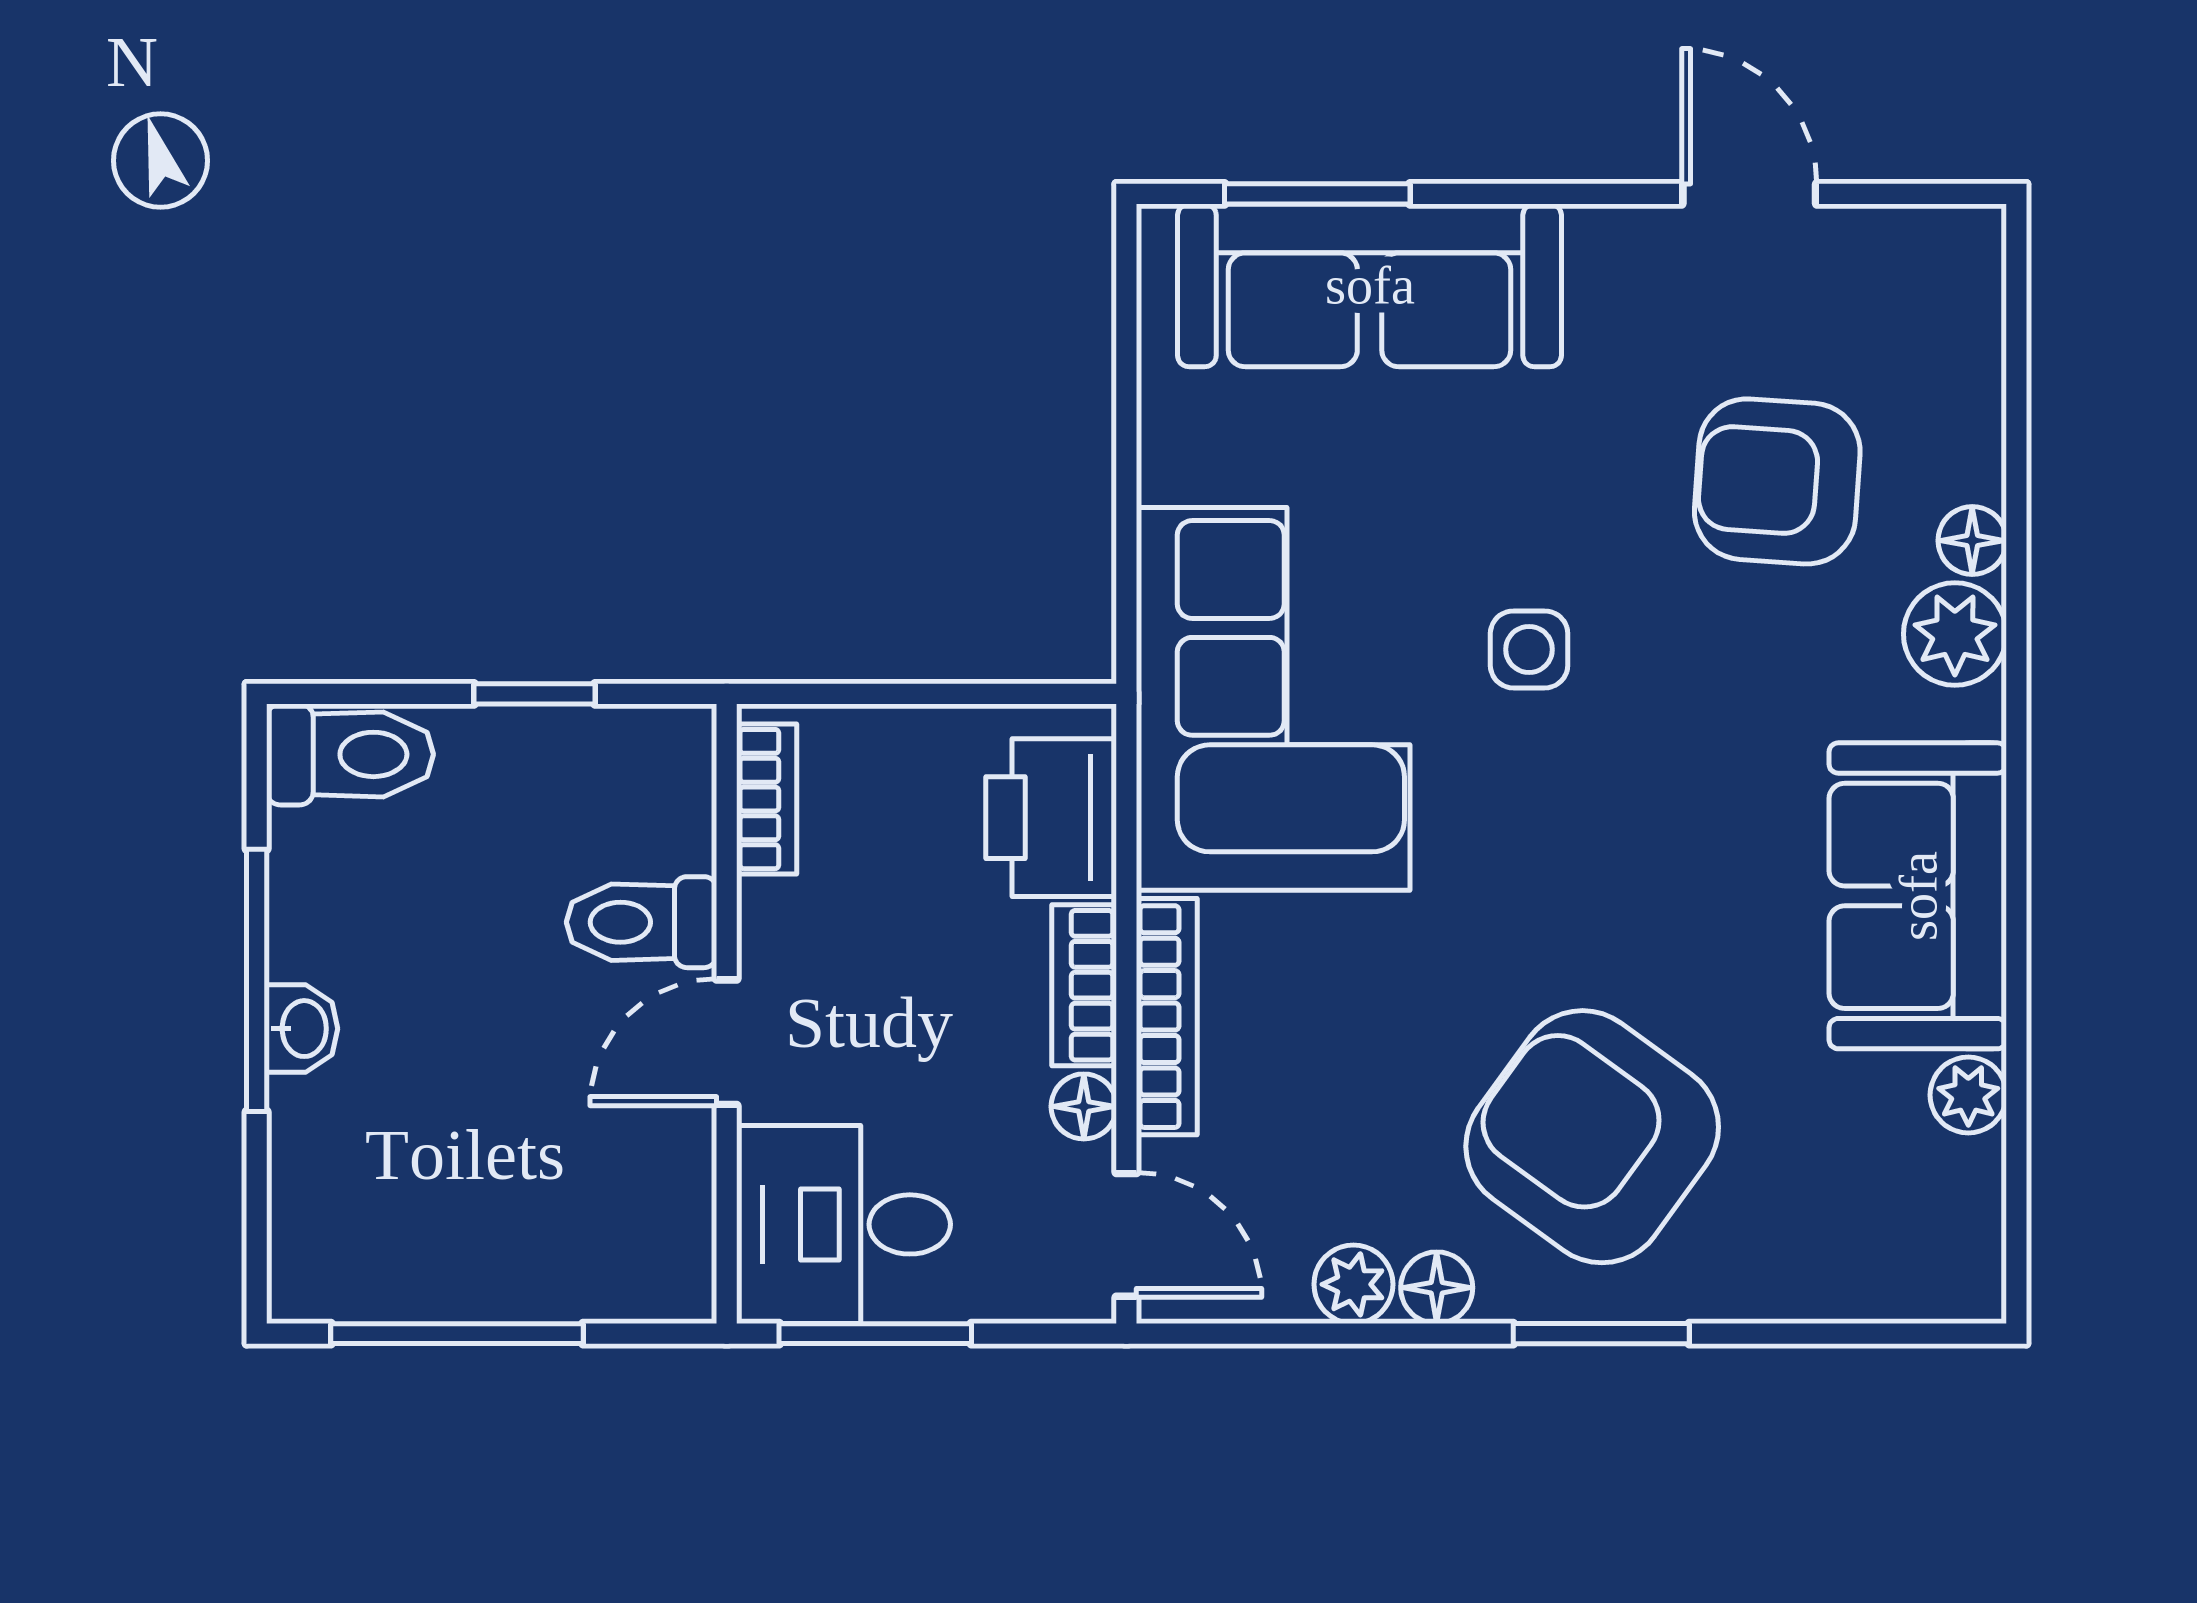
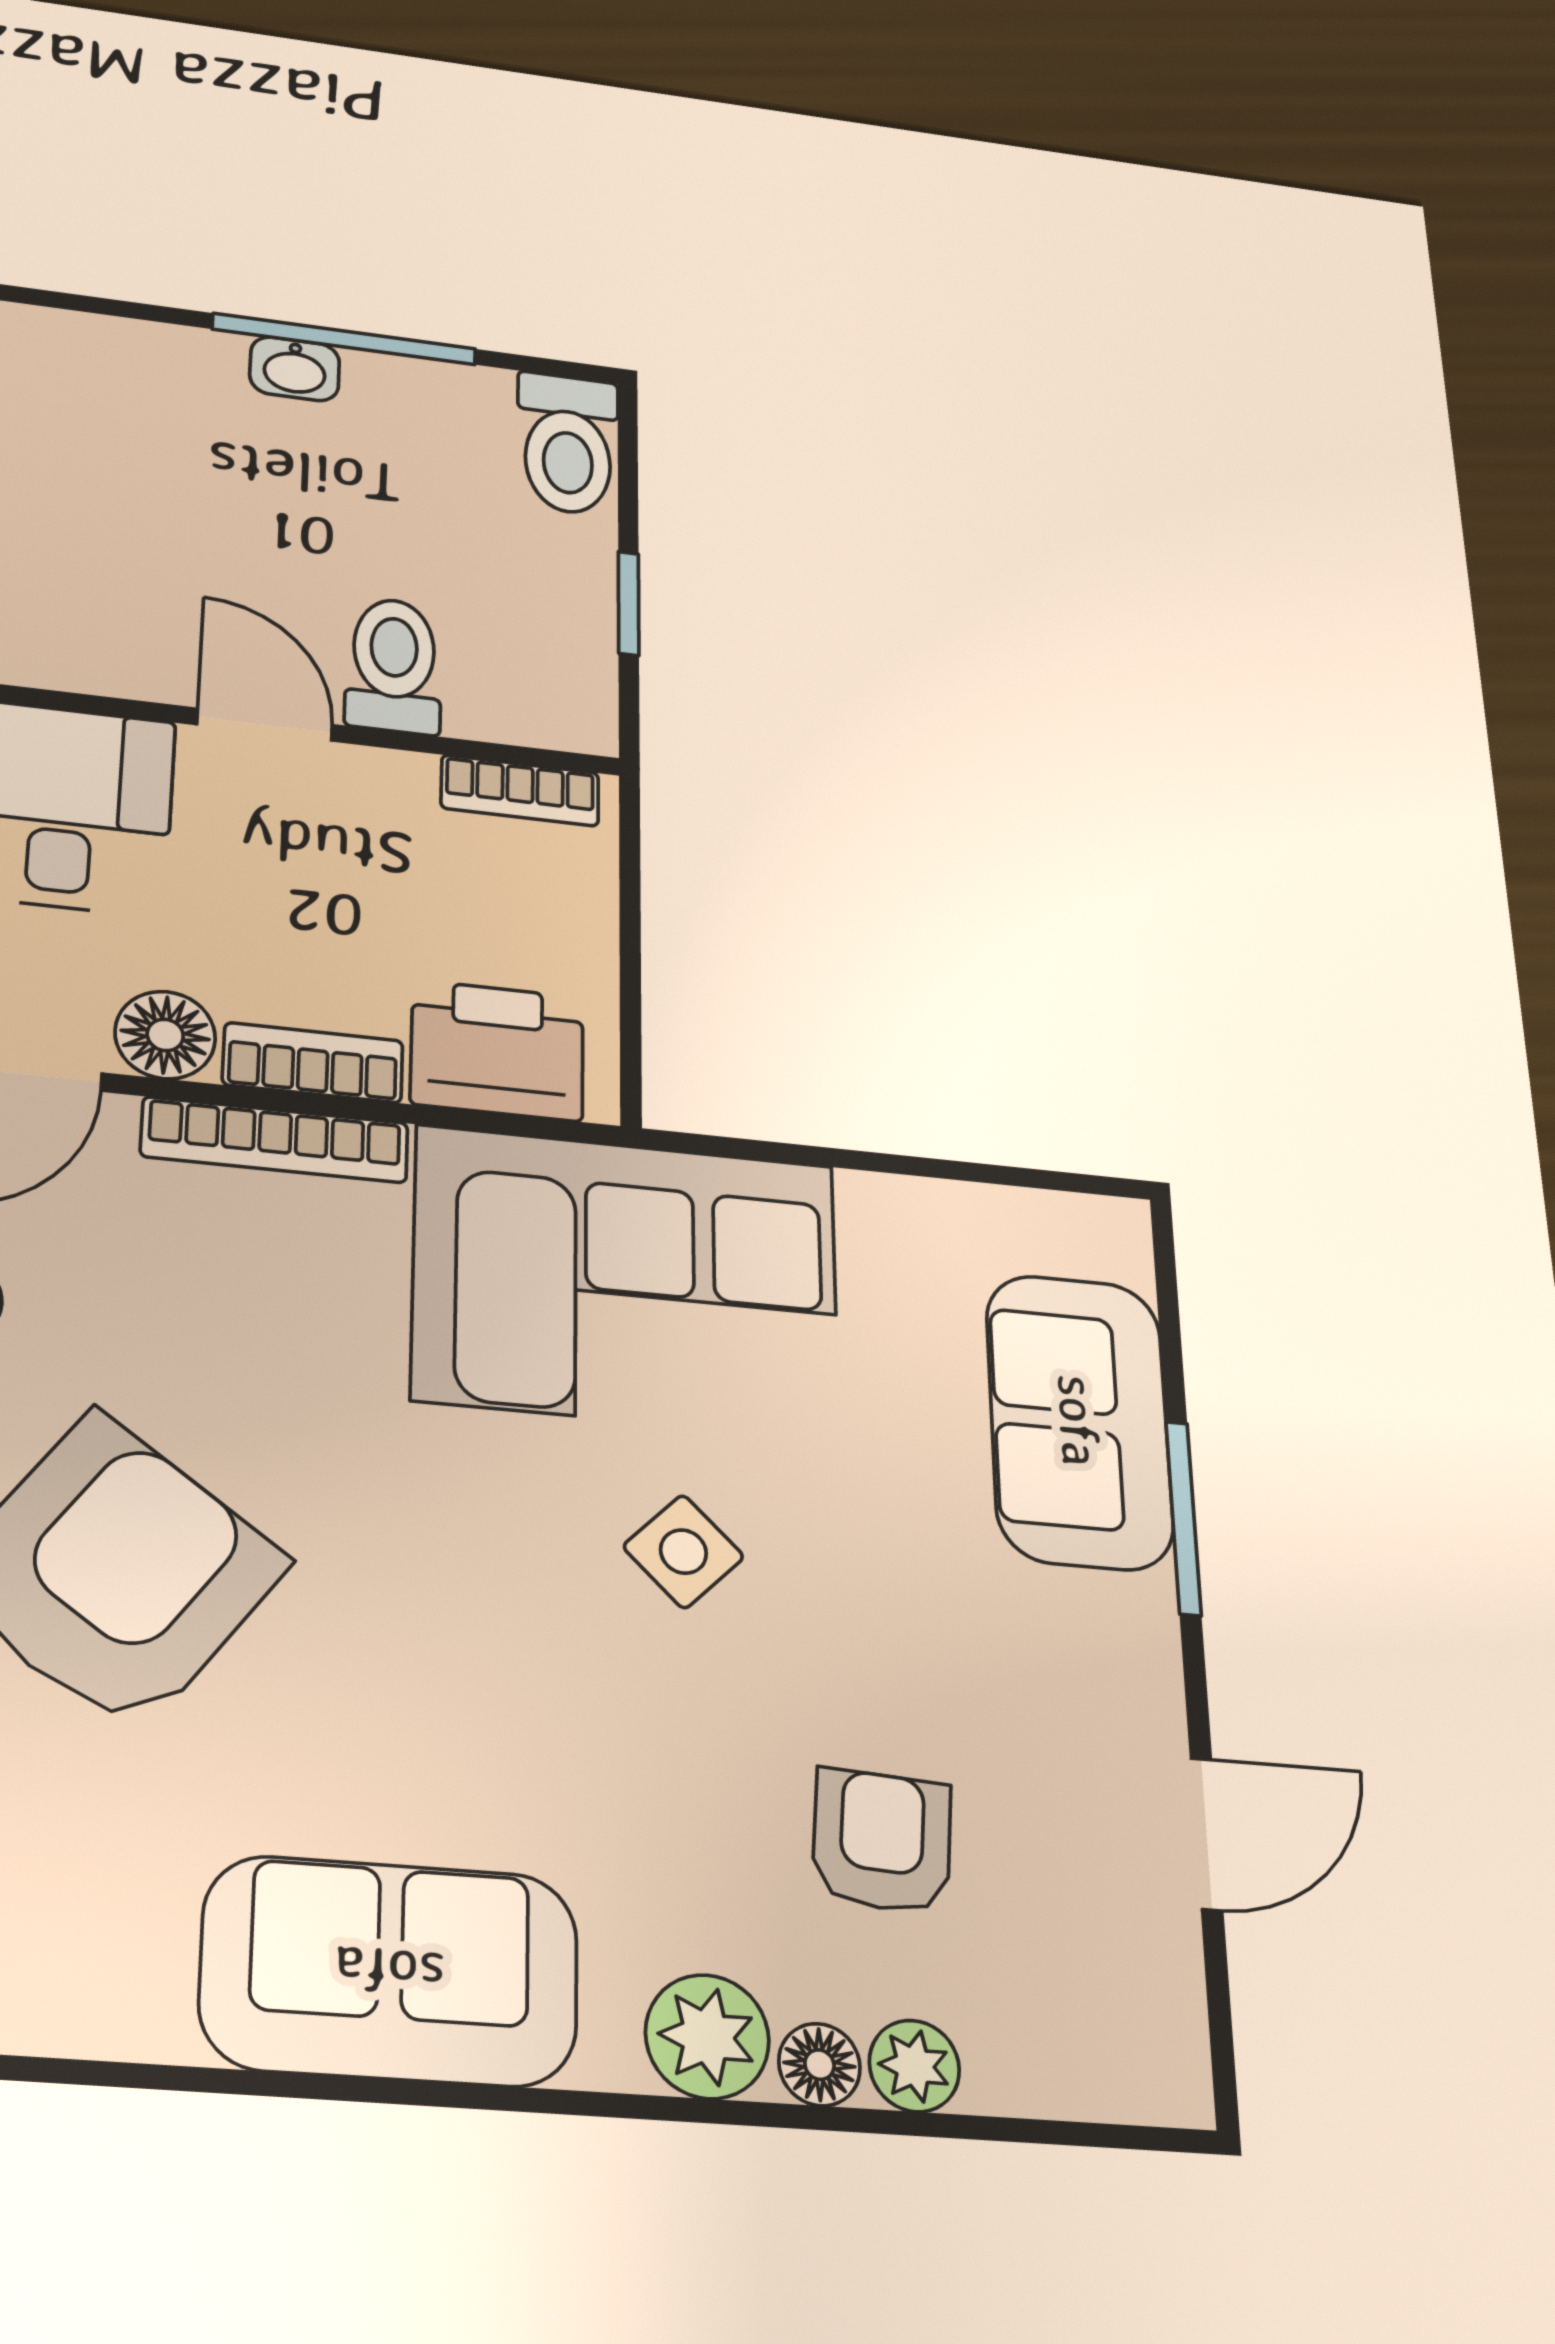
window: (1317, 194) -> (1183, 1518), moved
sofa: (1370, 285) -> (1079, 1421), width x0.73
armchair: (1777, 481) -> (882, 1841), width x0.72, depth x0.72
side table: (1529, 649) -> (683, 1552), turned 45
plant: (1968, 1095) -> (914, 2066), moved
floor lamp: (1084, 1106) -> (165, 1035), width x1.37, depth x1.37

